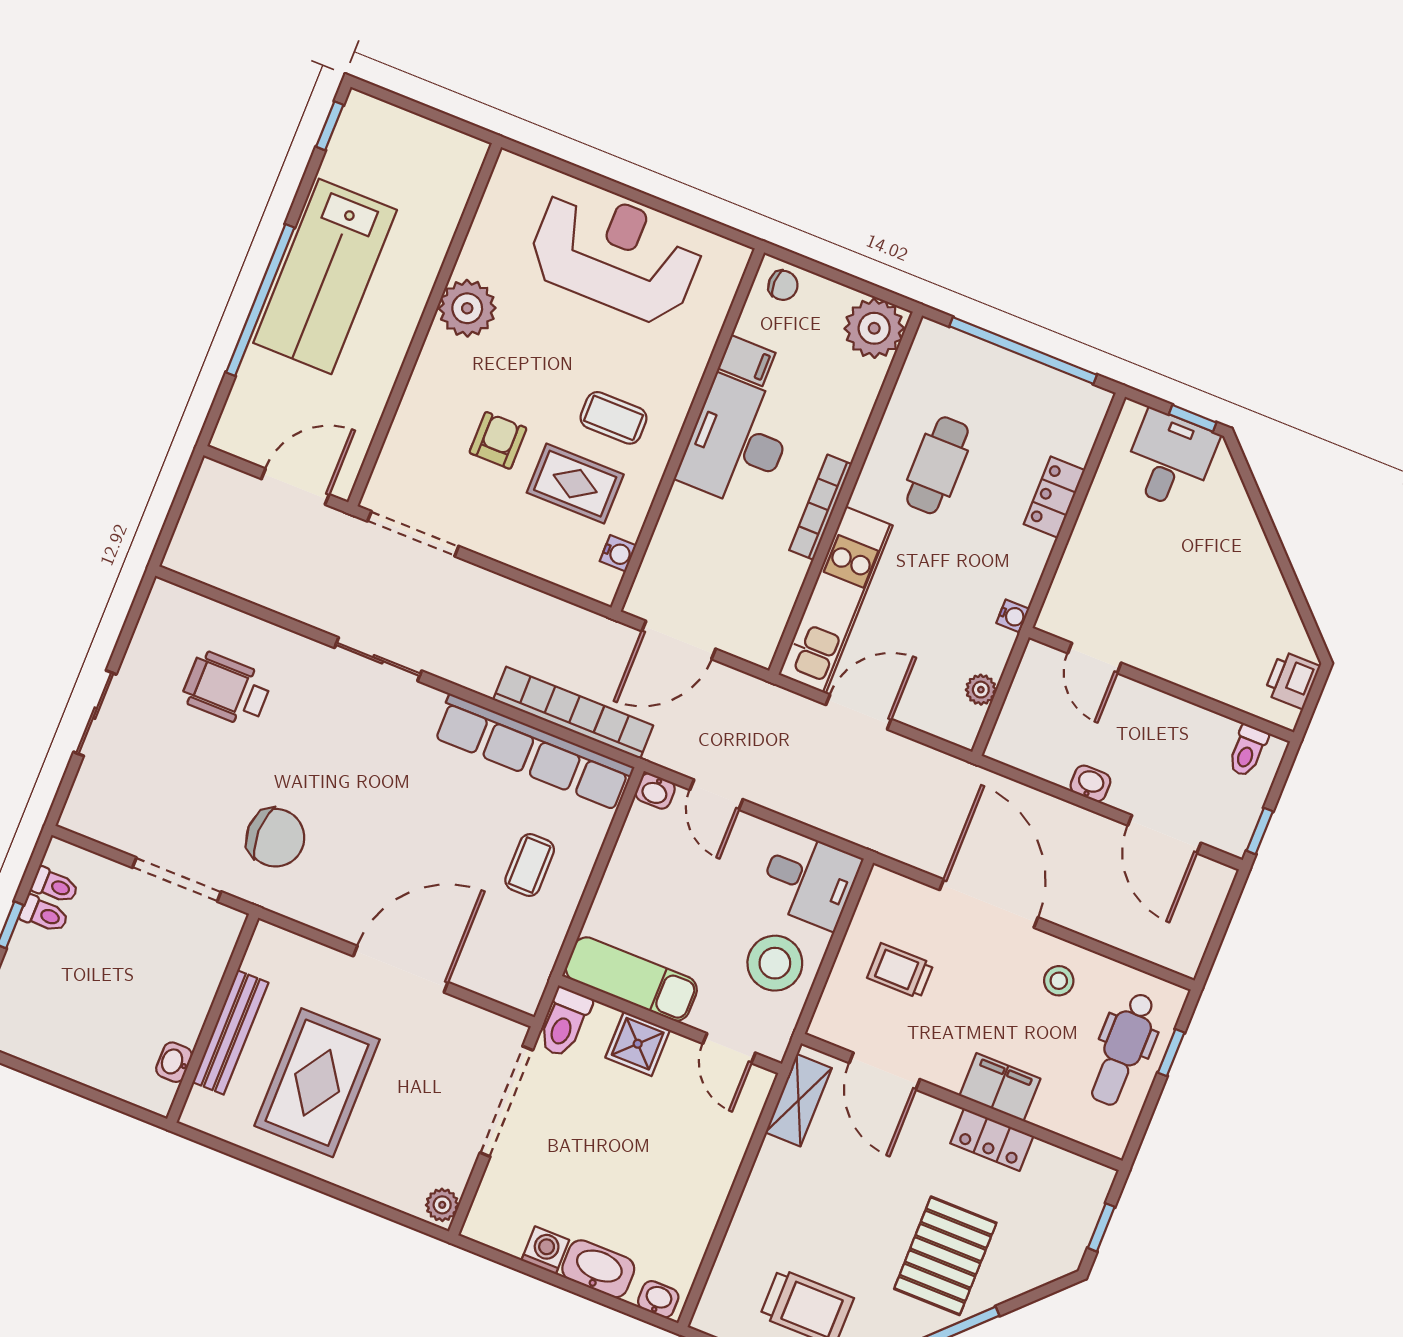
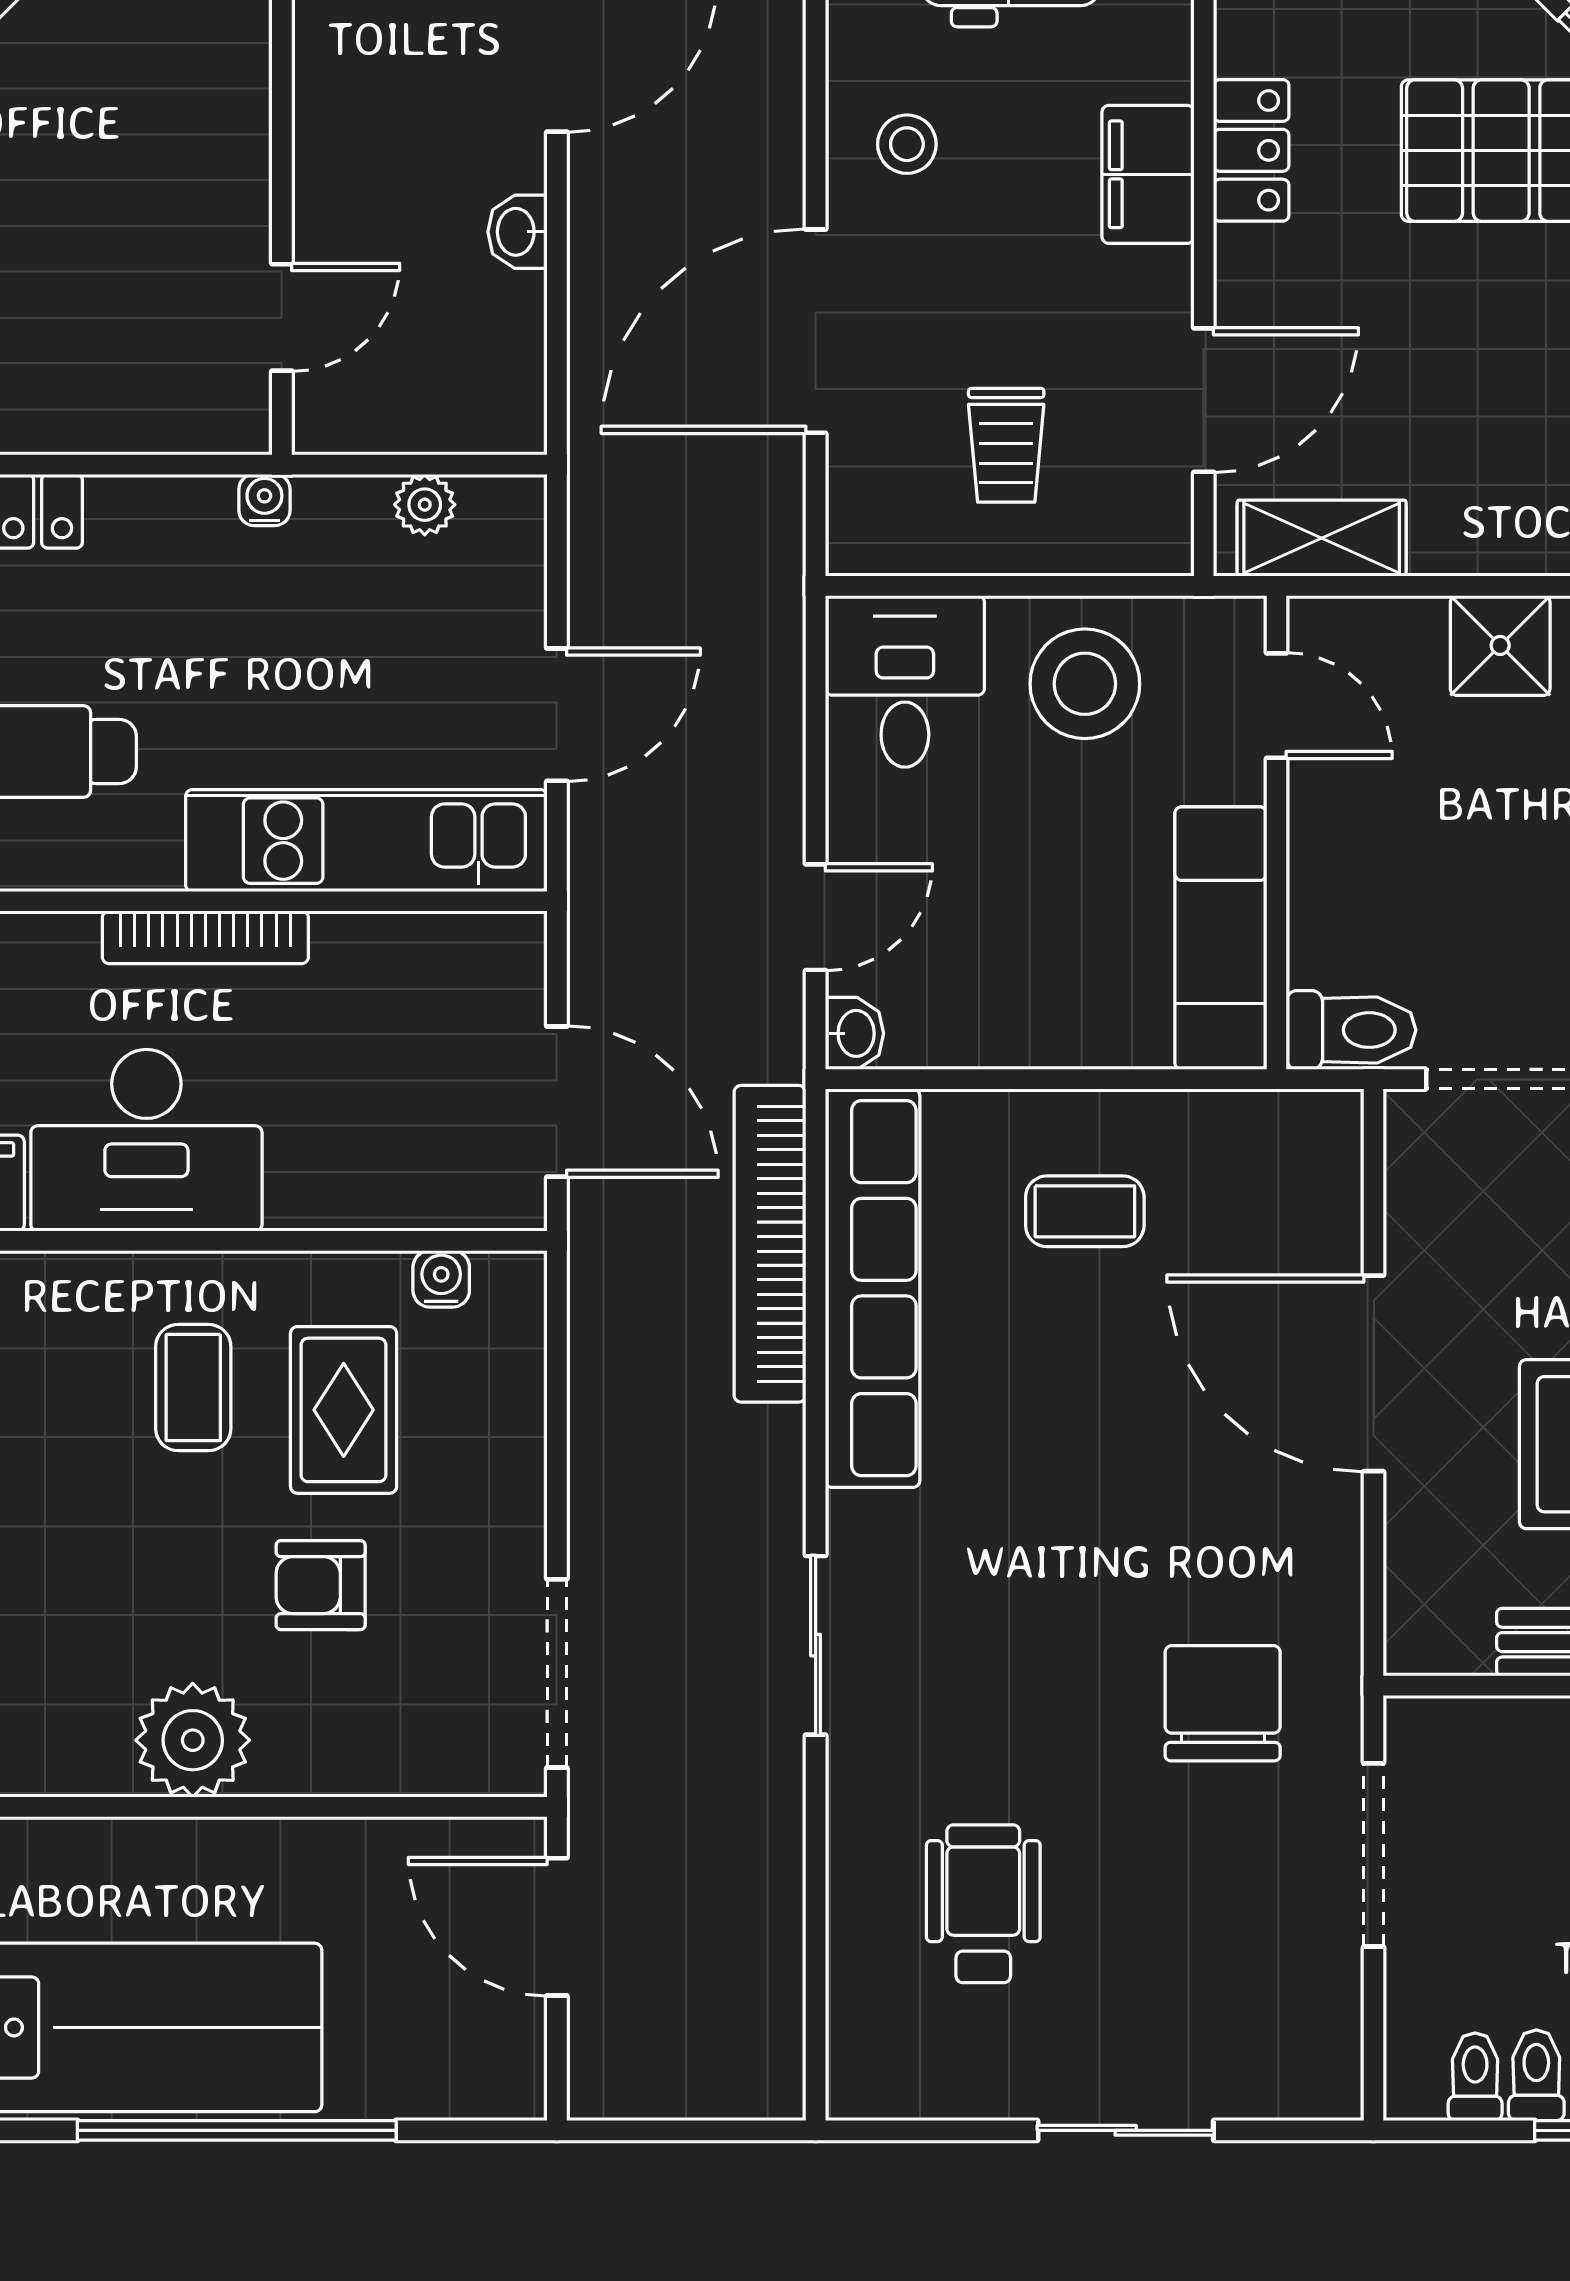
plant: (467, 308) -> (193, 1740), moved
wheelchair: (227, 689) -> (983, 1904), turned 180
door: (859, 712) -> (557, 715), swing flipped
shower: (638, 1044) -> (1500, 645), moved
door: (729, 1048) -> (1276, 706), hinge flipped

